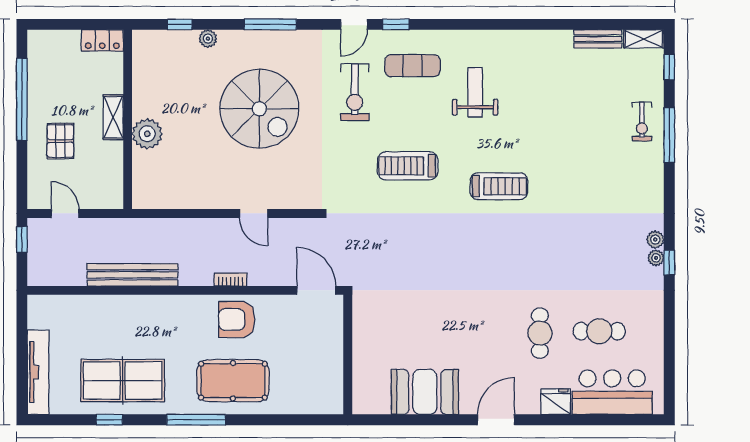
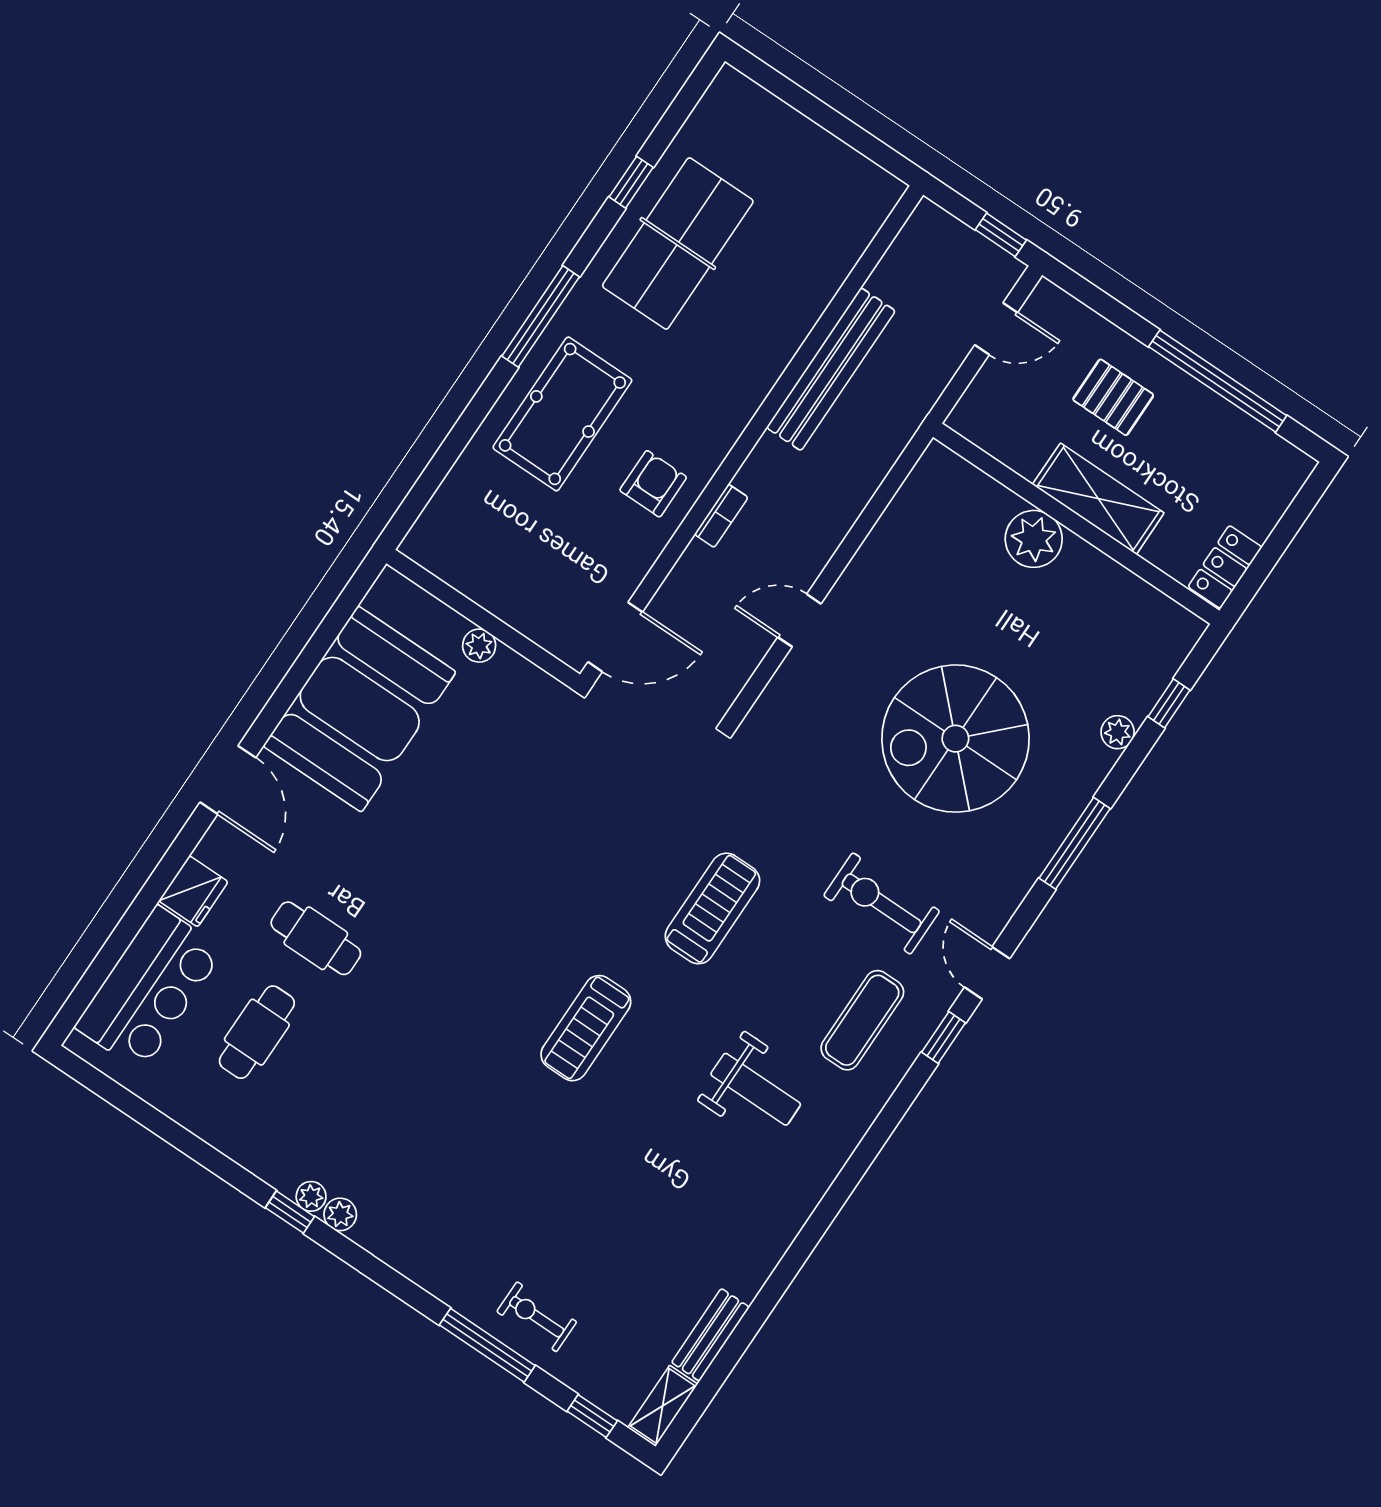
shelving: (113, 117) -> (1098, 499), width x1.50, depth x1.33
armchair: (237, 319) -> (653, 484), width x0.72, depth x0.72
plant: (361, 348) -> (479, 646), added
tv unit: (38, 372) -> (779, 121), removed
booth: (425, 392) -> (360, 709), width x1.36, depth x1.42

